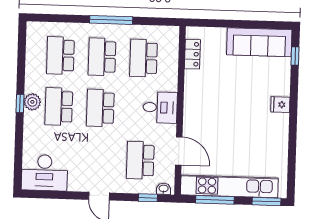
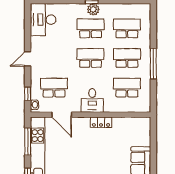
locker: (192, 54) -> (101, 122), moved
door: (179, 151) -> (62, 115), hinge flipped

